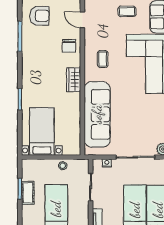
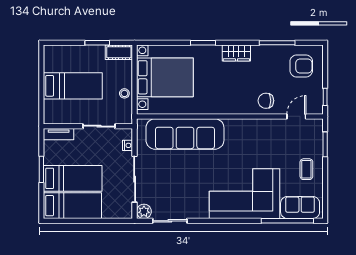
armchair: (39, 16) -> (301, 66), turned -90
coffee table: (103, 59) -> (250, 141), removed
wardrobe: (74, 80) -> (236, 53), moved, turned 180
bed with nightstands: (42, 131) -> (165, 77), width x1.36
cot: (28, 193) -> (119, 52), moved

